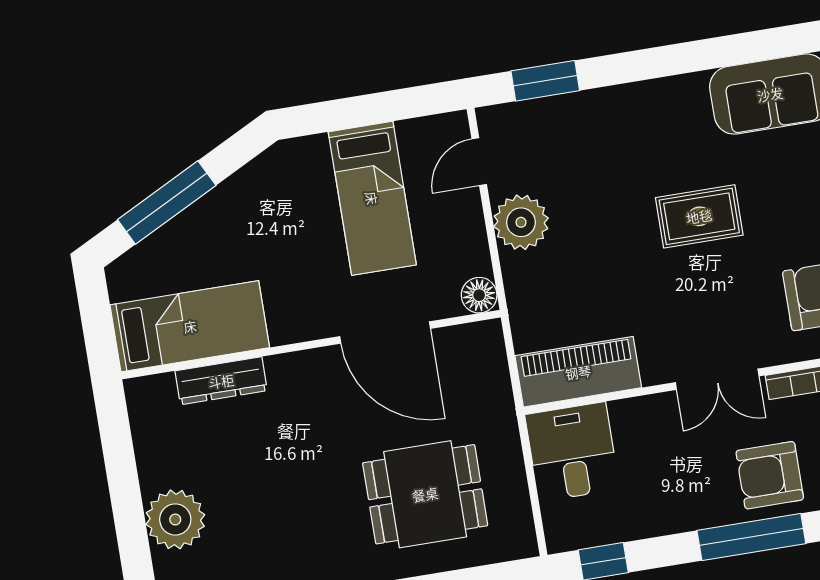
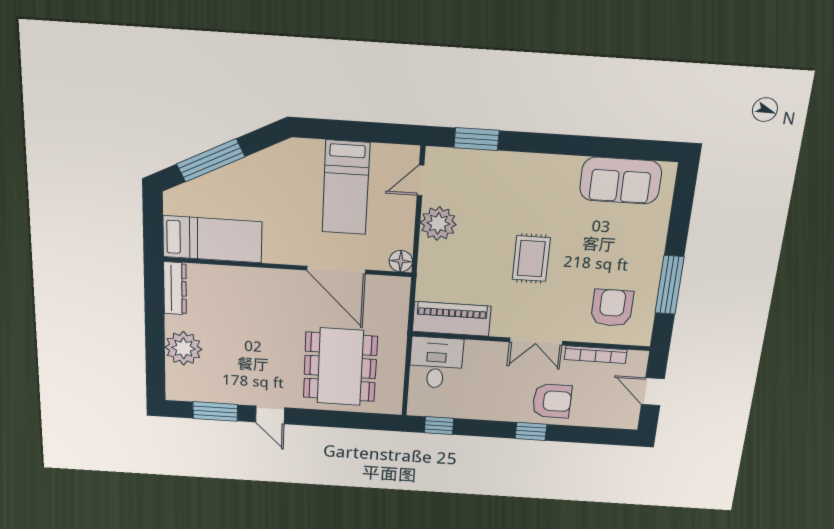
rug: (699, 216) -> (531, 259), moved, turned 90
dresser: (221, 381) -> (175, 288), moved, turned -90
armchair: (770, 475) -> (552, 401), turned 180
dining table: (425, 494) -> (340, 367), width x1.38
window: (751, 537) -> (531, 431), width x0.46

